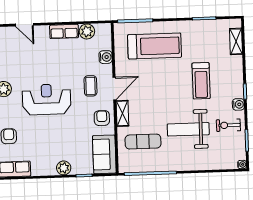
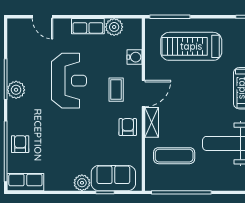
treadmill: (155, 46) -> (191, 46), turned 180
reception desk: (47, 99) -> (69, 81), moved, turned 90
sofa: (104, 154) -> (113, 178), moved, turned 90

